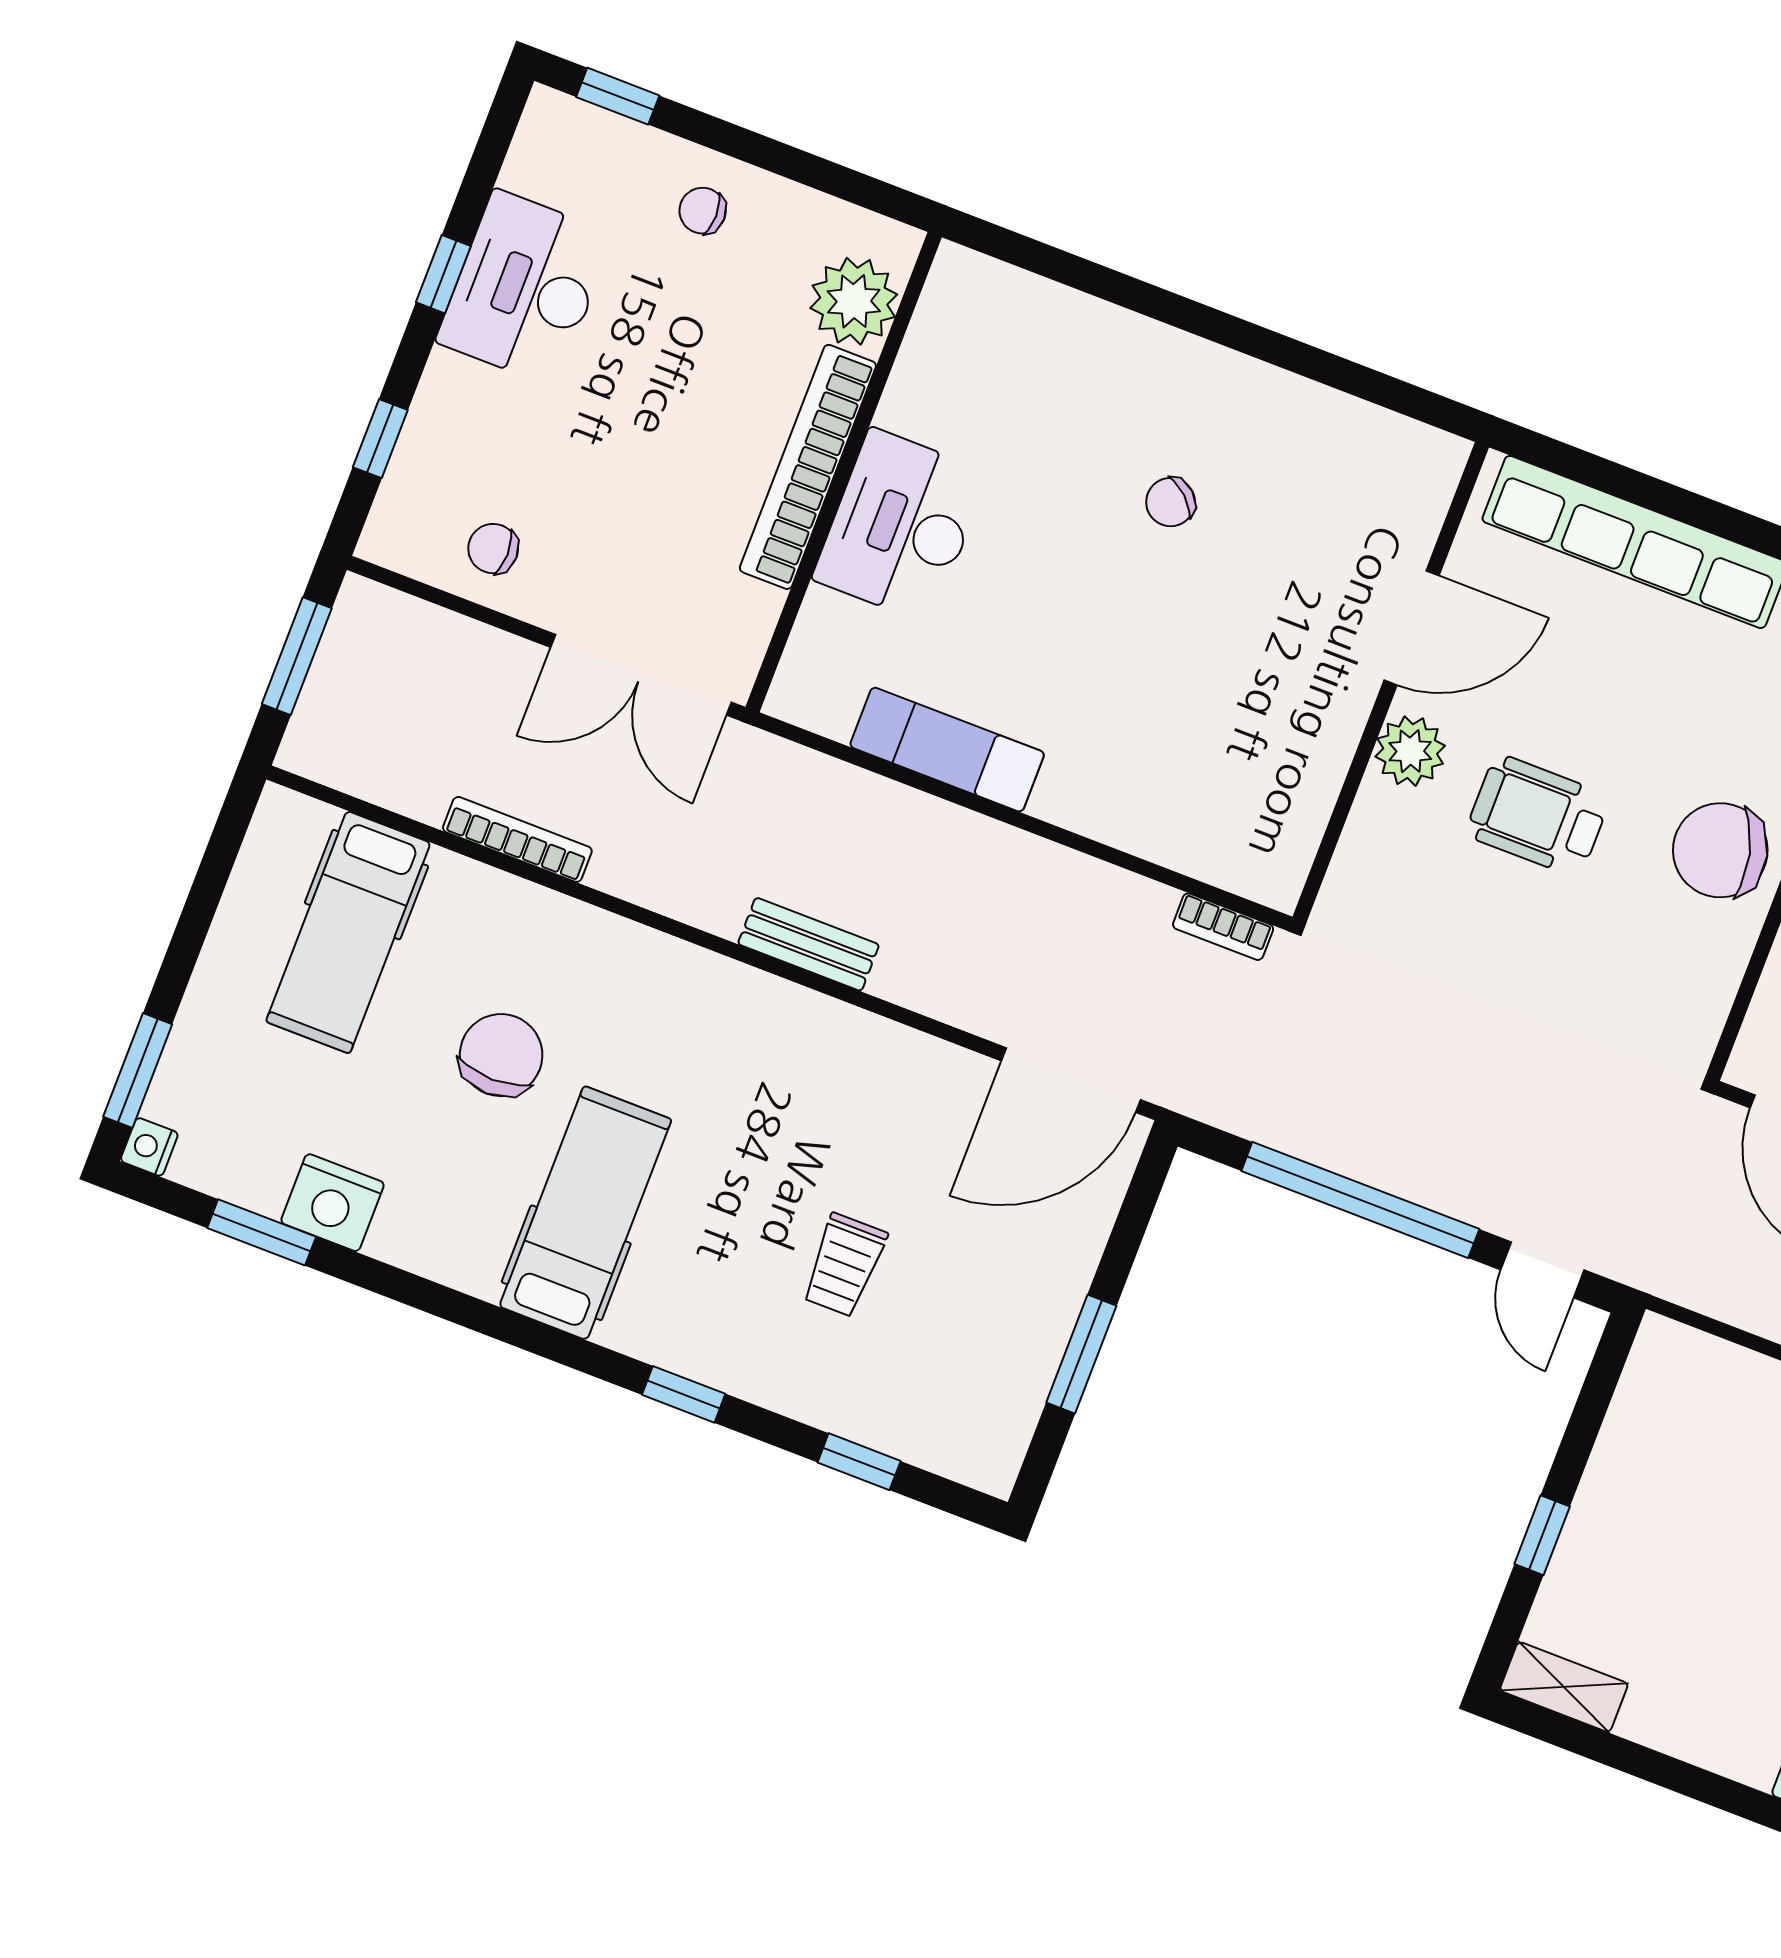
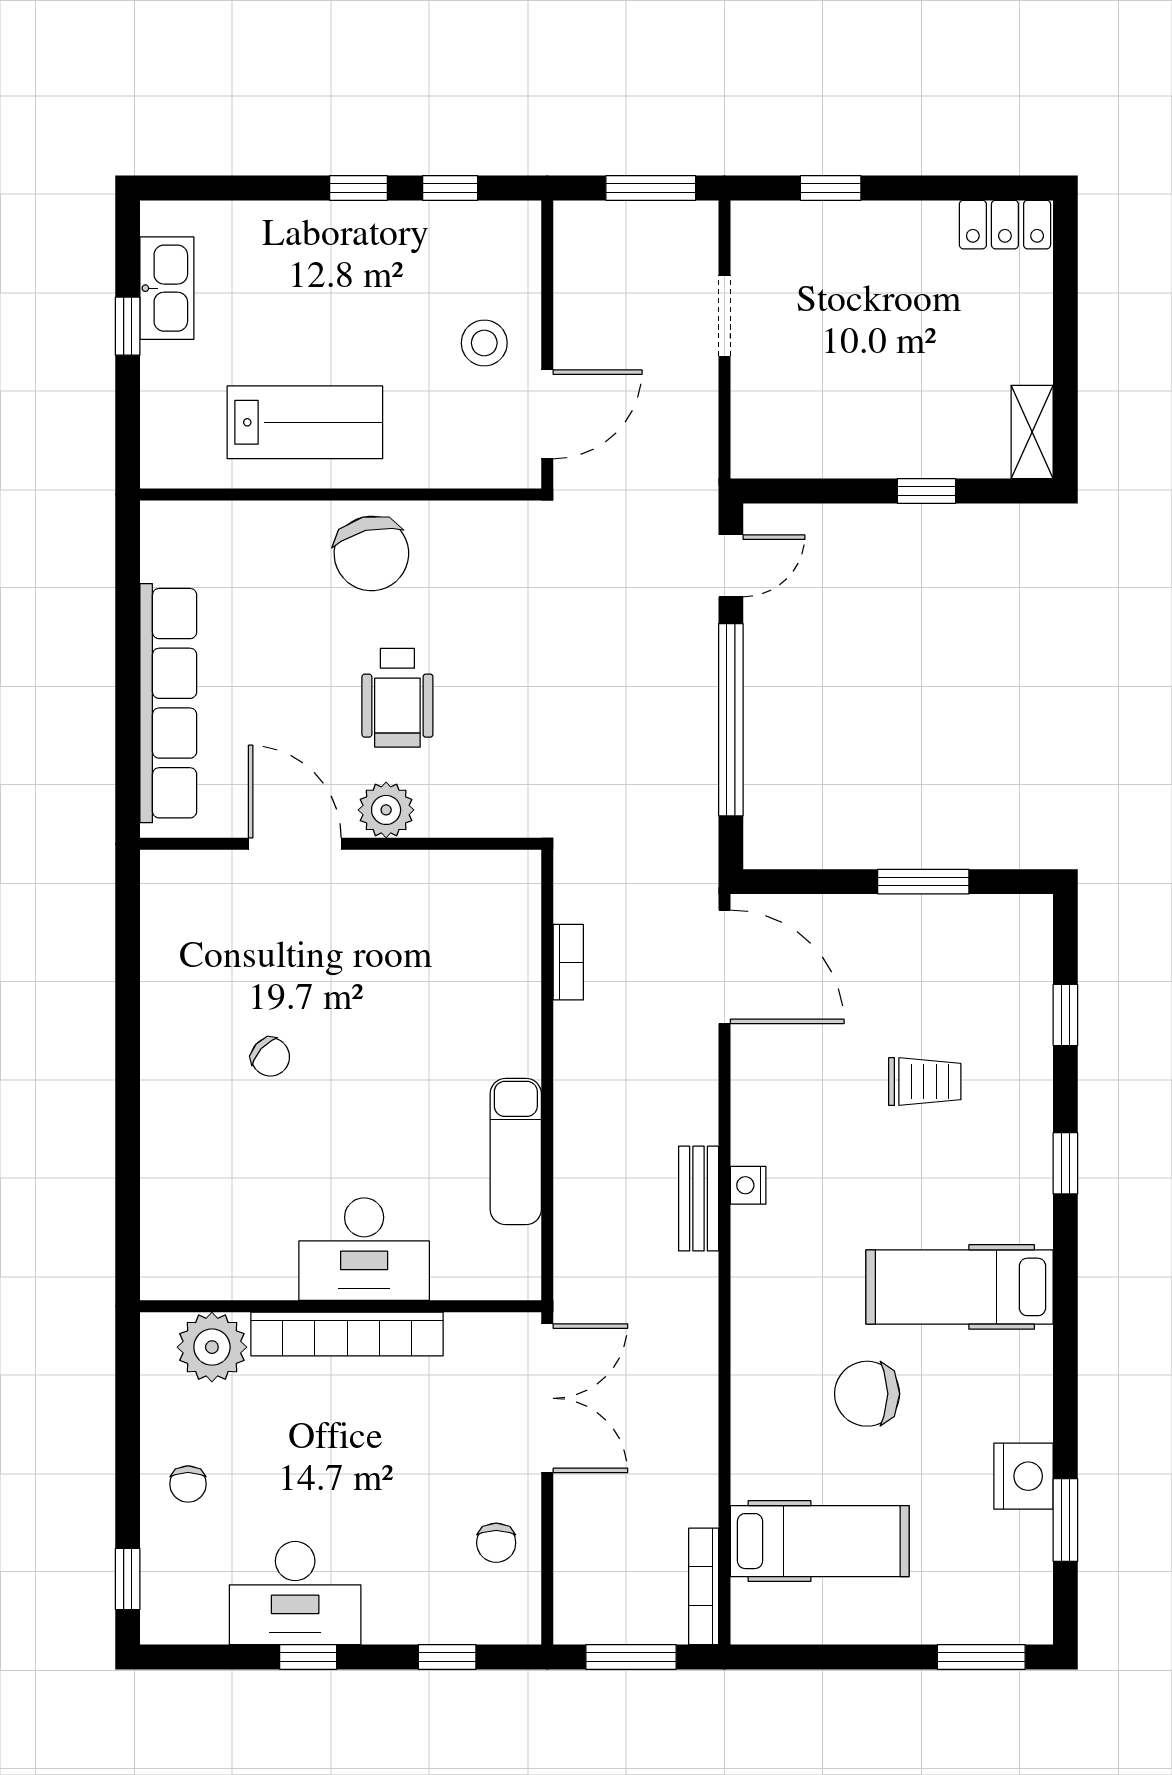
bookcase: (517, 839) -> (704, 1586), moved
bookcase: (1223, 927) -> (568, 962), moved
nightstand: (149, 1147) -> (748, 1185), moved, turned 90

